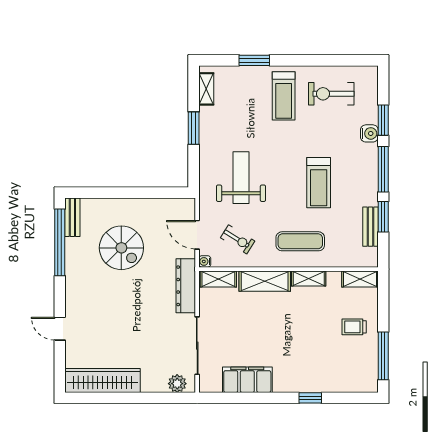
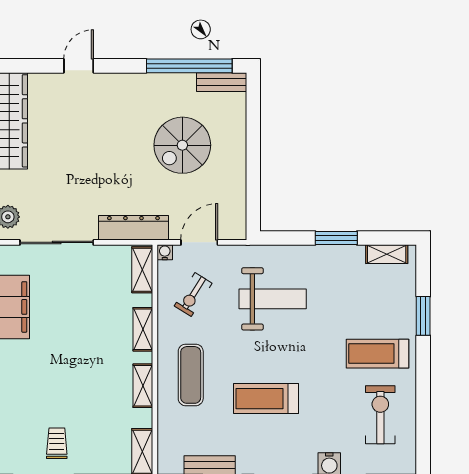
shelving: (265, 281) -> (143, 329), width x0.67, depth x0.75
trolley: (354, 327) -> (57, 443), moved

